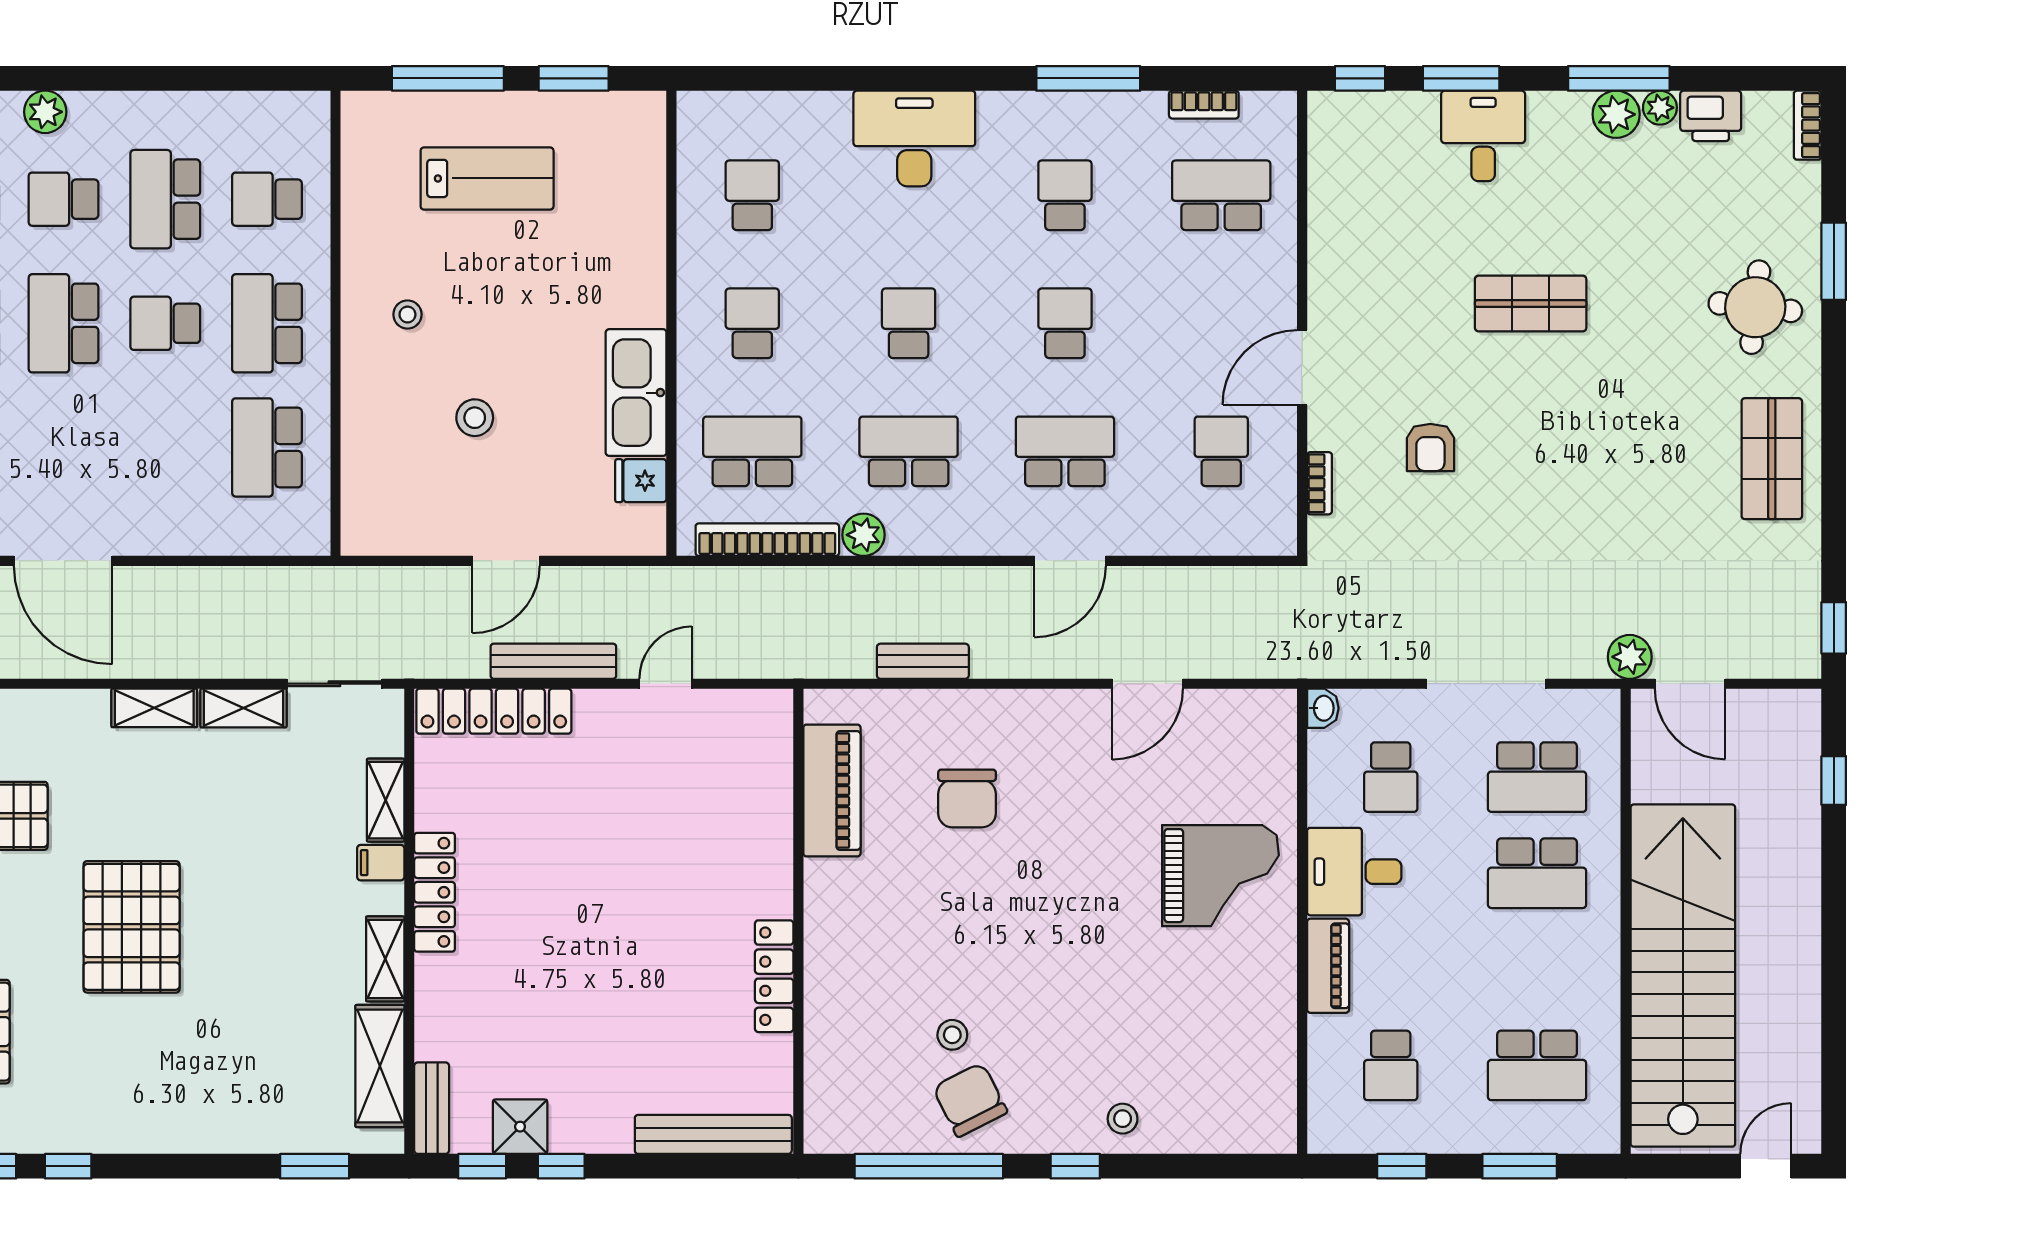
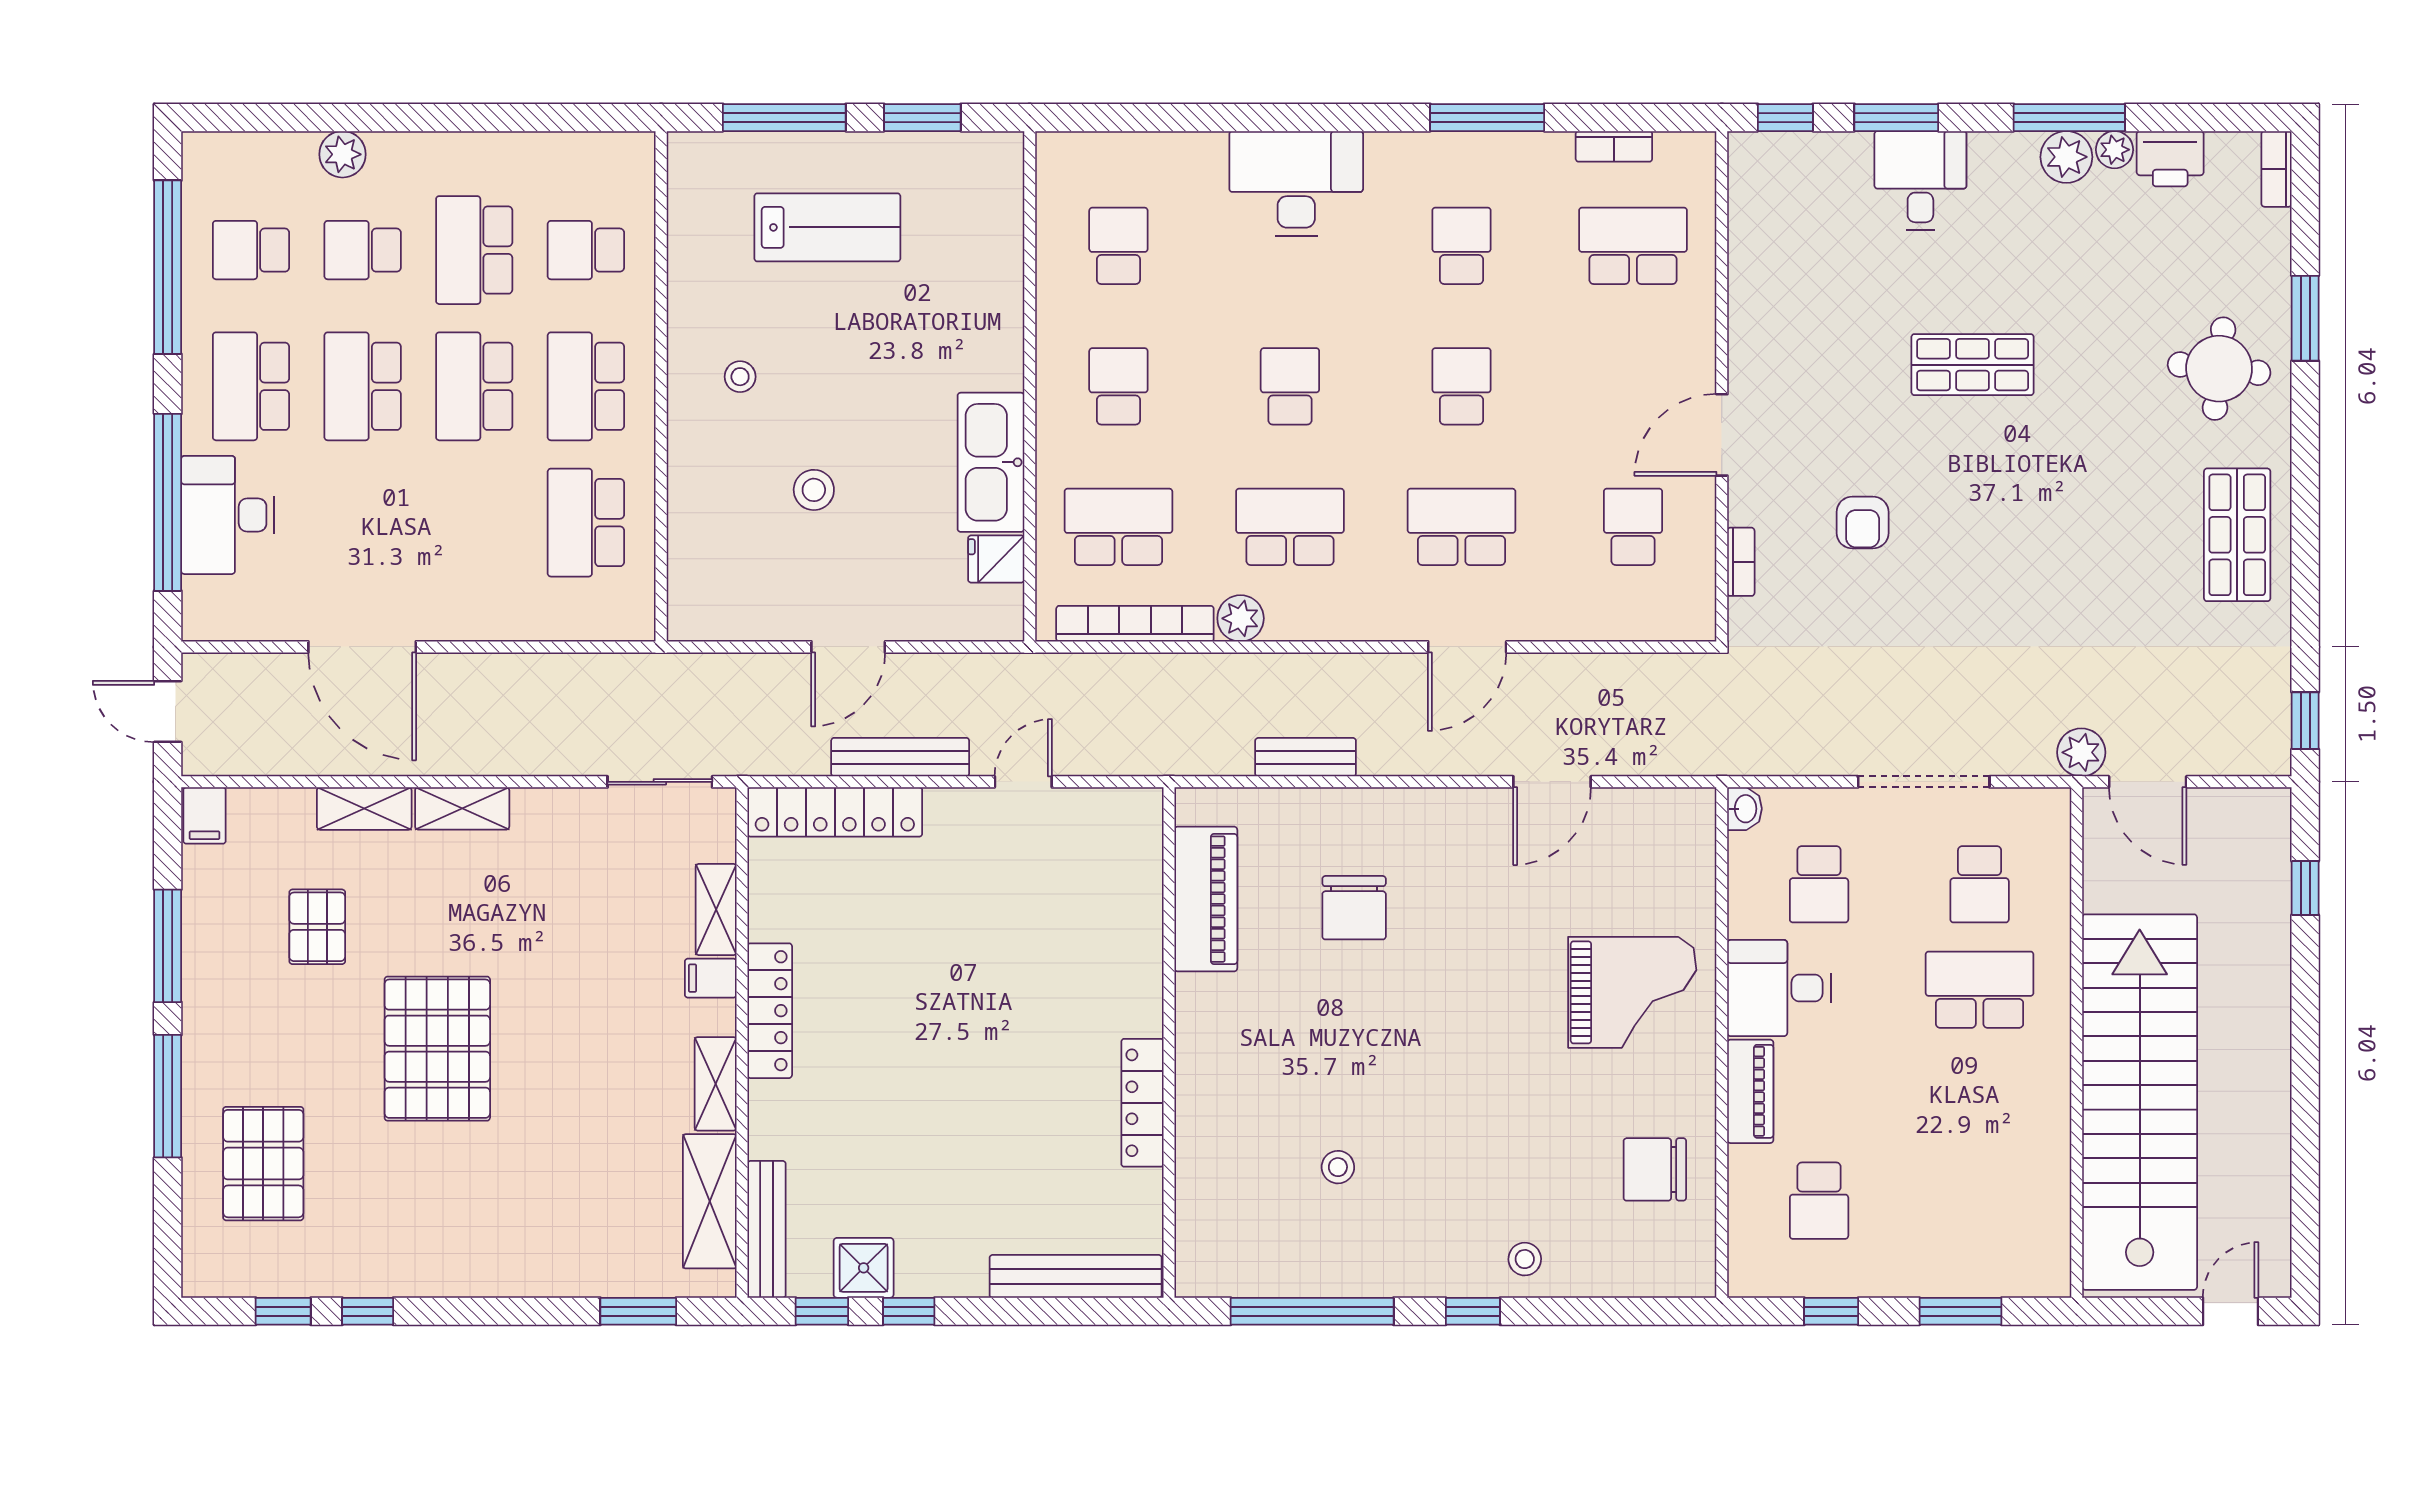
school desk: (165, 323) -> (474, 386), width x1.85
shelving: (244, 708) -> (364, 808), moved
school desk: (1537, 777) -> (1980, 884), width x0.54
school desk: (1537, 873) -> (1980, 990), turned 180
school desk: (1537, 1065) -> (1980, 1201), removed
chair: (970, 1100) -> (1655, 1169), moved, turned -63
bench: (432, 1108) -> (767, 1229), width x1.36

